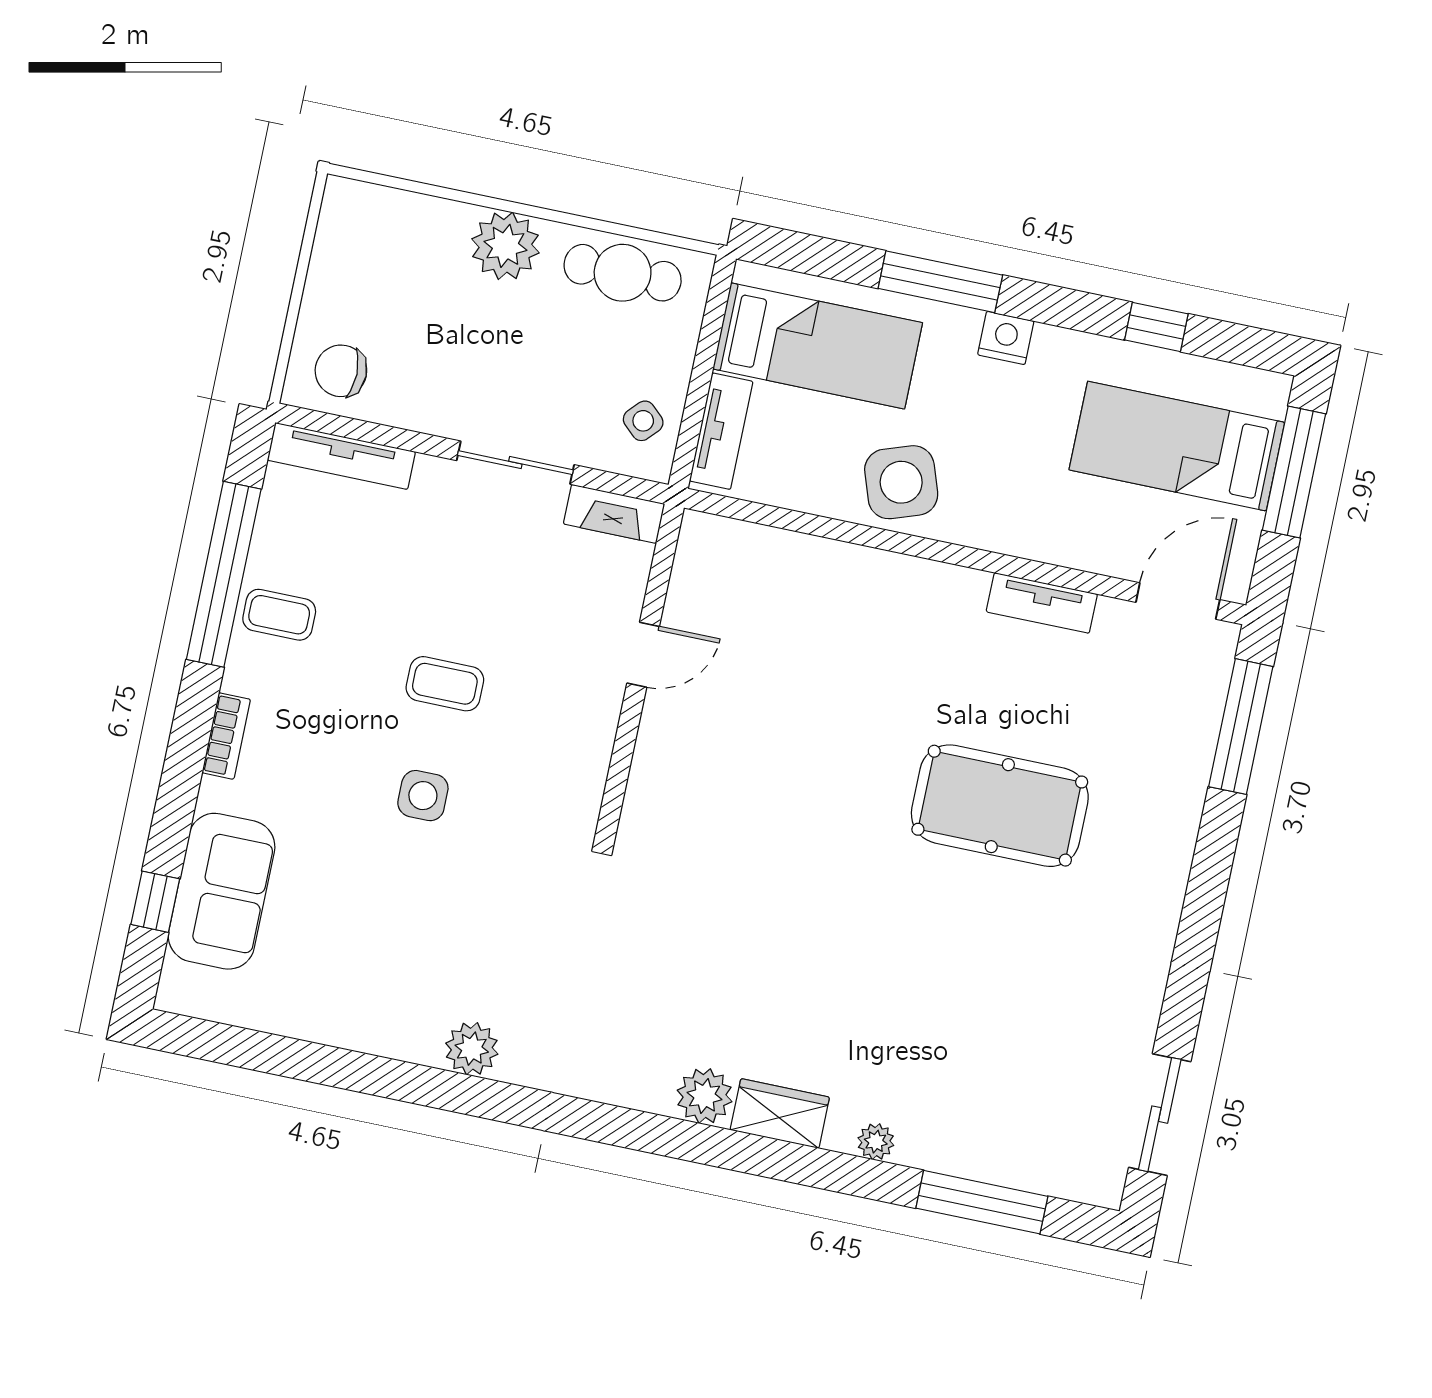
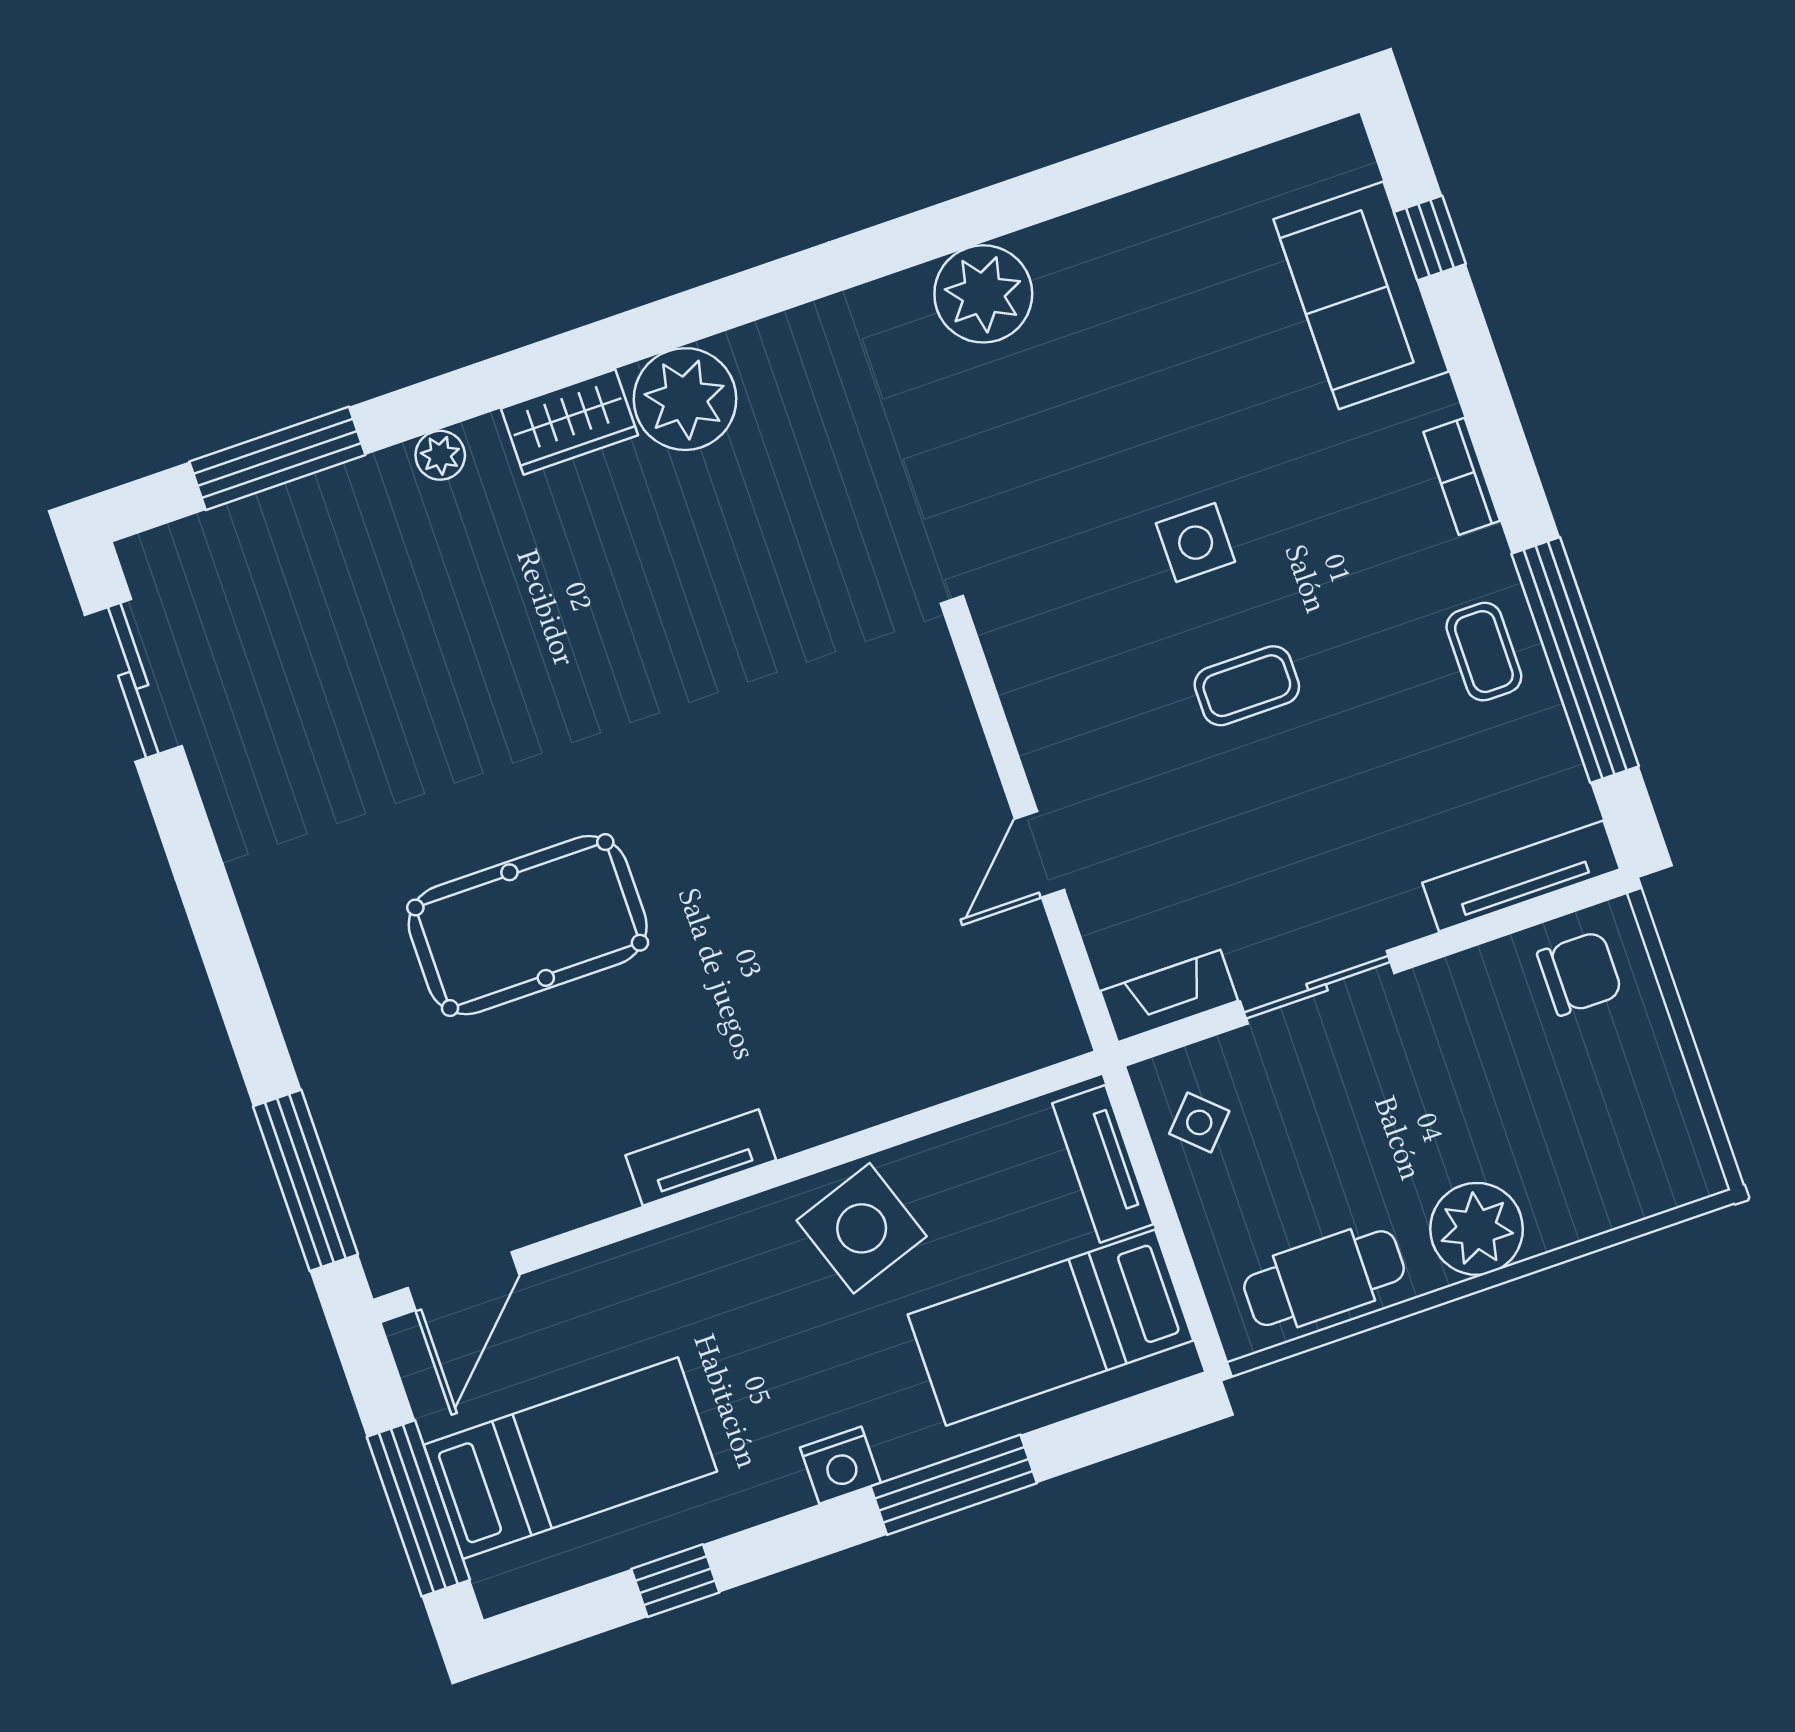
tv unit: (1042, 603) -> (701, 1158), moved
coffee table: (279, 615) -> (1484, 652), turned 90
plant: (472, 1049) -> (983, 294), width x1.36, depth x1.36
plant: (705, 1096) -> (685, 399), width x1.36, depth x1.36

